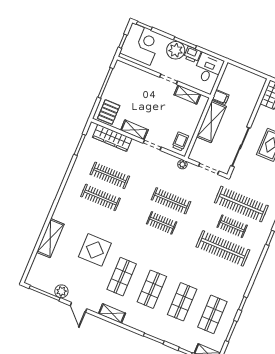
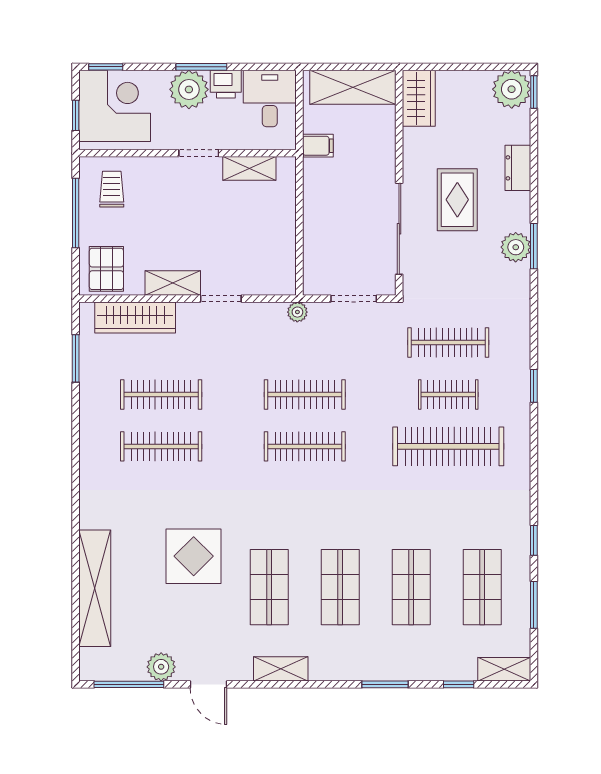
shelving: (211, 122) -> (353, 87), moved, turned 90
trolley: (180, 142) -> (112, 189), moved
clothes rail: (241, 204) -> (448, 342), width x0.73, depth x0.76
clothes rail: (162, 223) -> (305, 446), width x1.36
shelving: (50, 238) -> (95, 588), width x1.47

